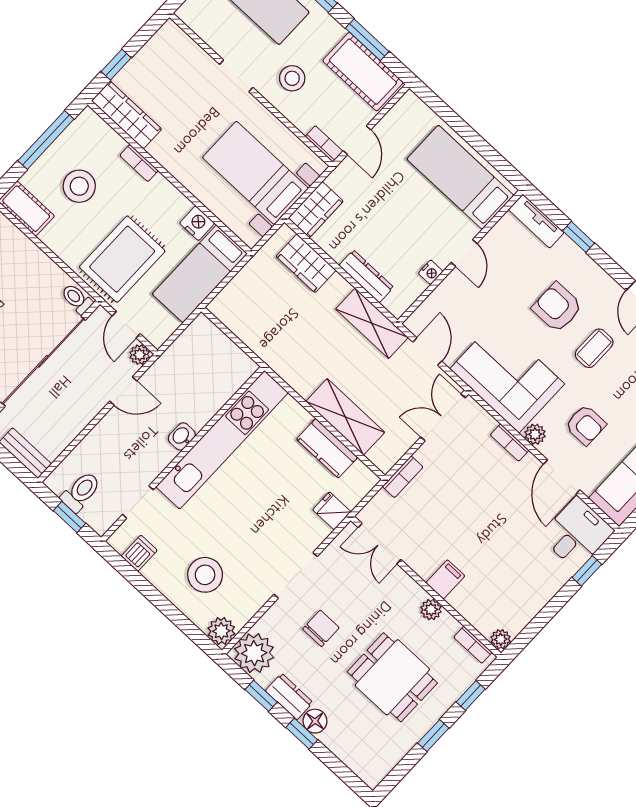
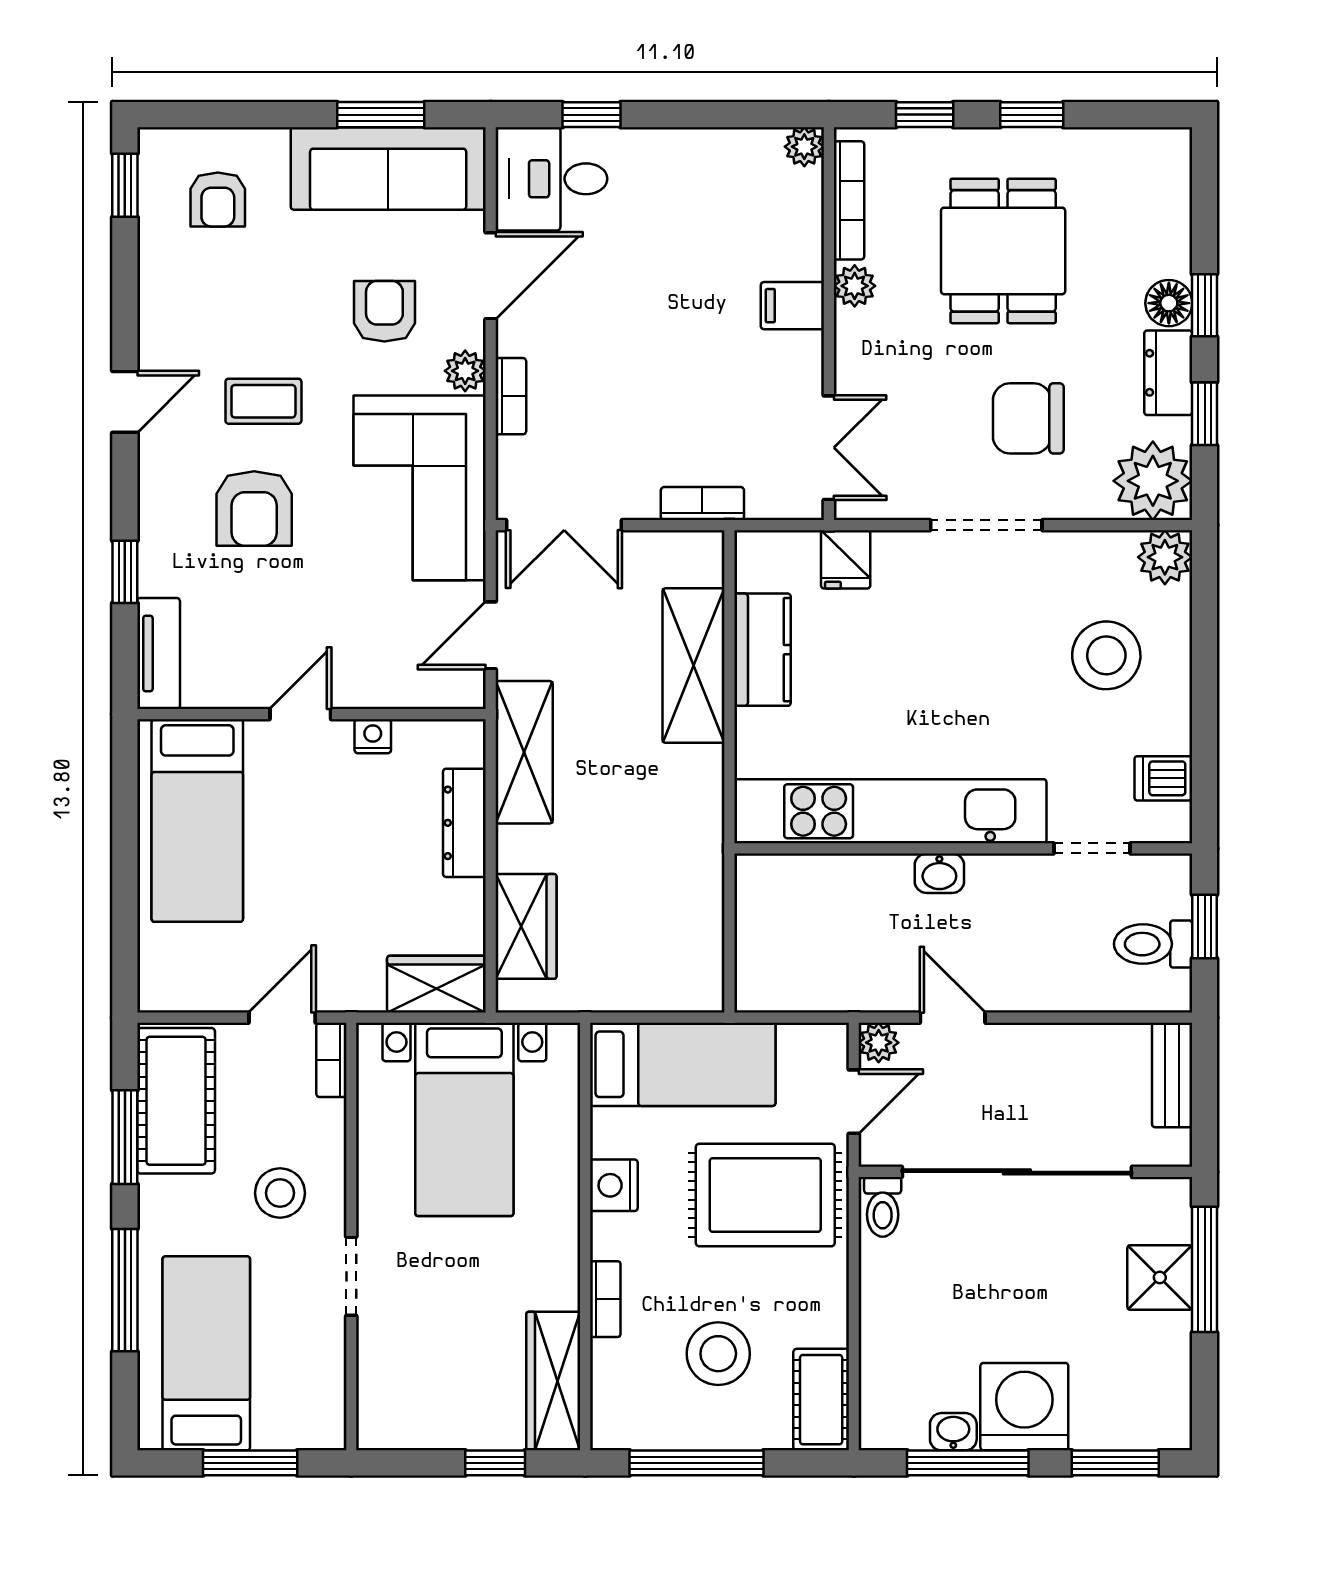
nightstand: (197, 223) -> (614, 1185), moved
chair: (321, 628) -> (1028, 418), width x1.37, depth x1.37
bookcase: (473, 645) -> (849, 200), width x1.56

